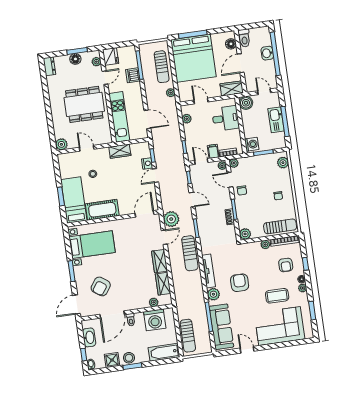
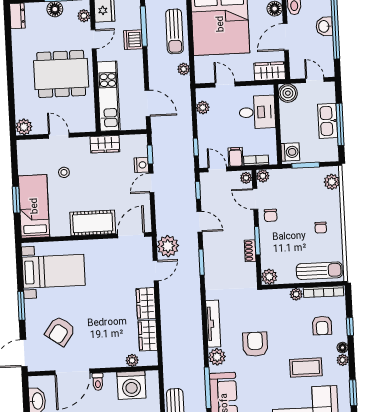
cot: (102, 210) -> (93, 223), moved
sun lounger: (190, 253) -> (189, 296), removed

